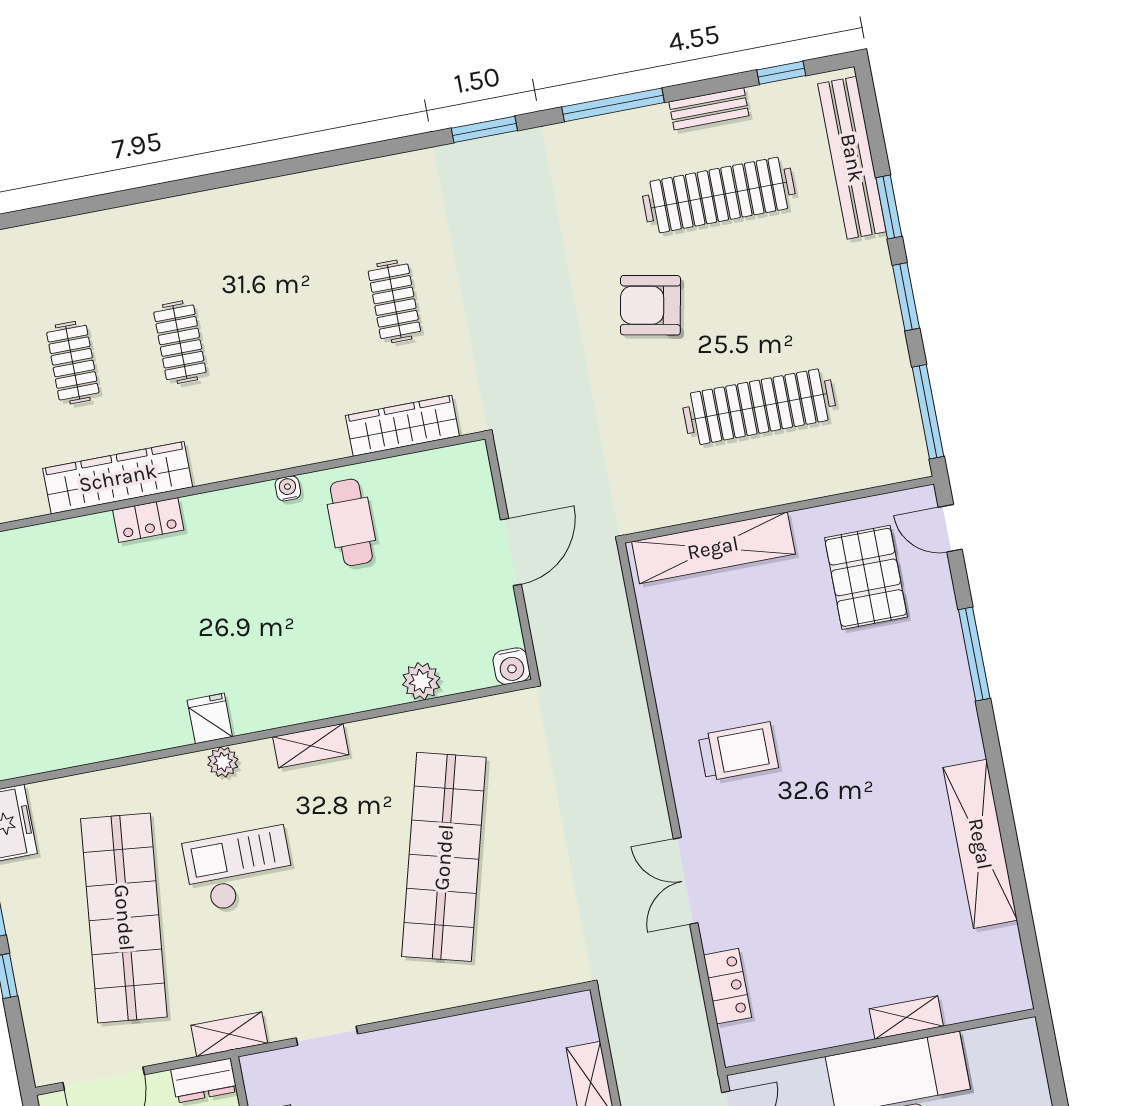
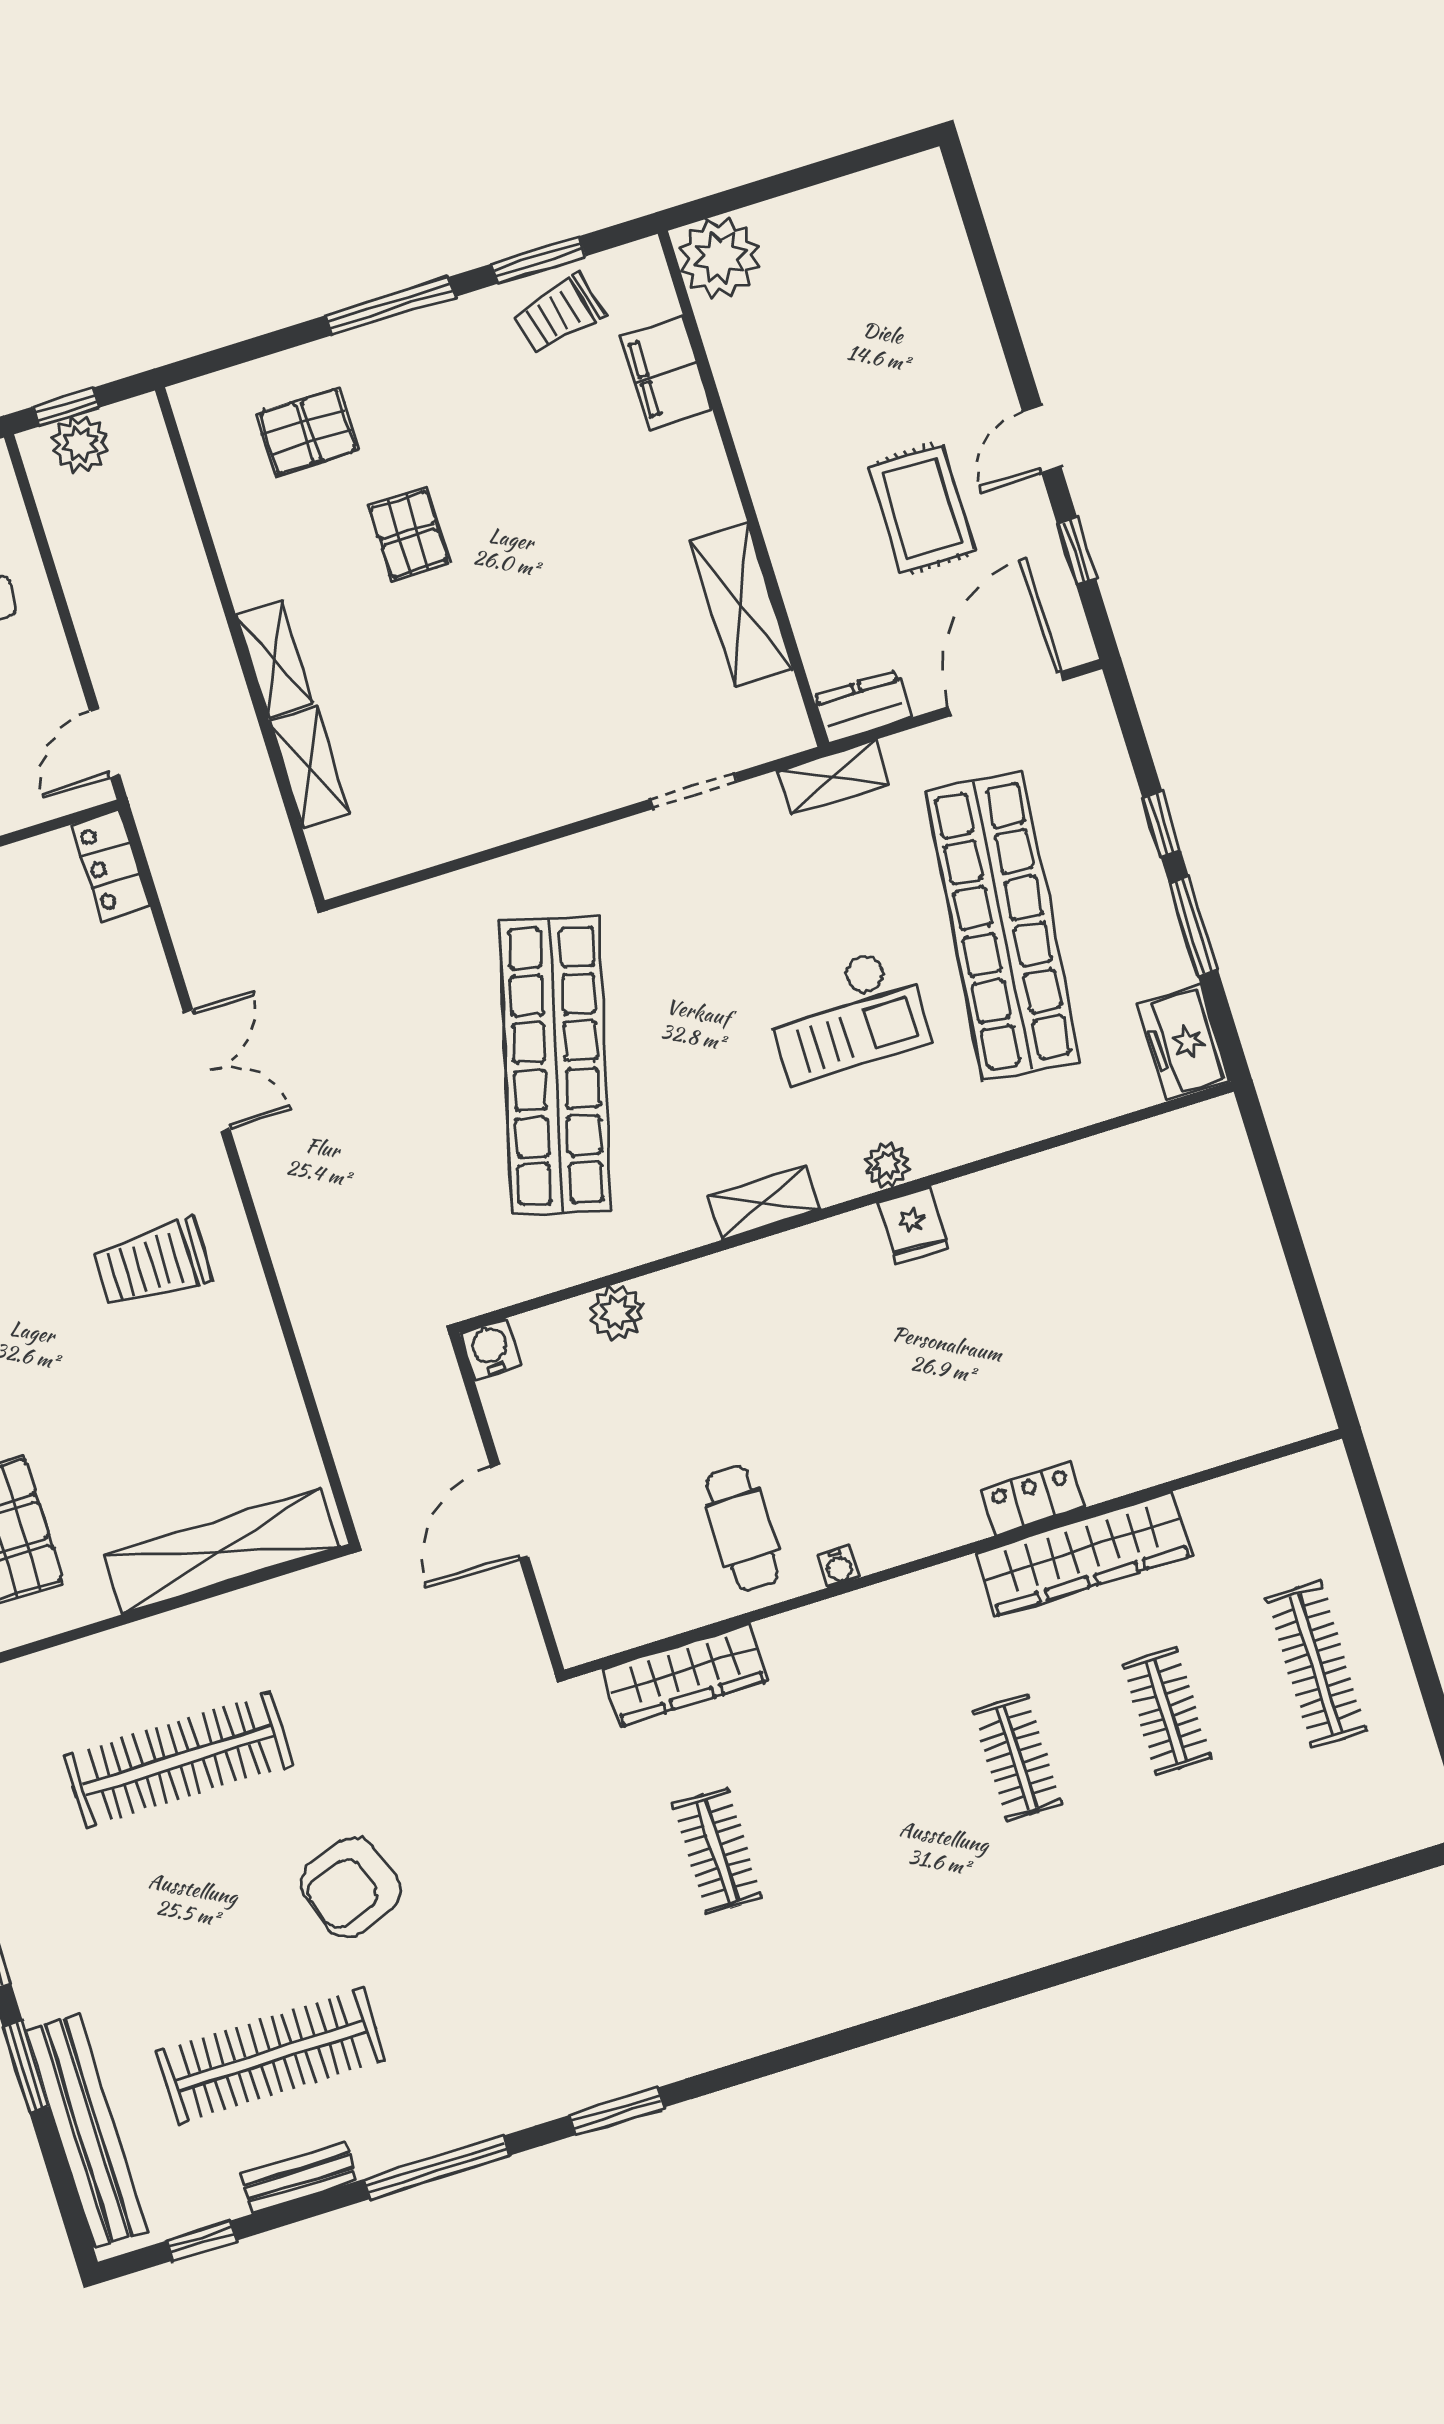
armchair: (650, 305) -> (351, 1887), turned 150
locker: (727, 986) -> (111, 866), moved

